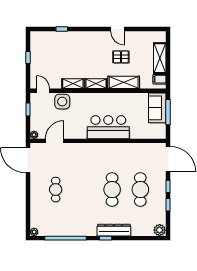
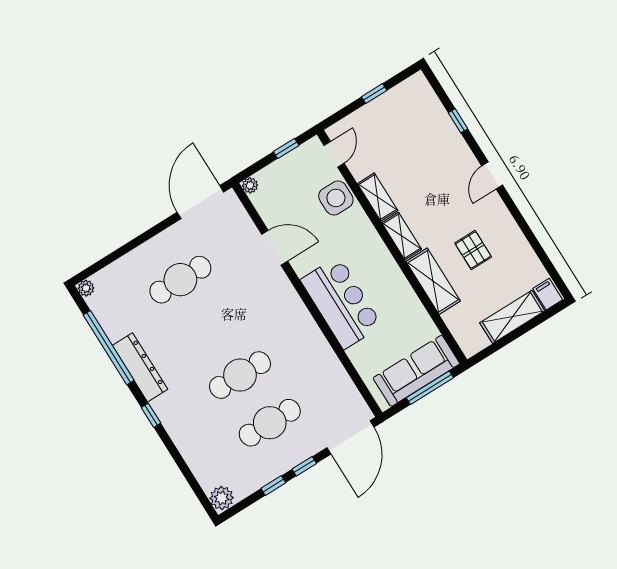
door: (118, 29) -> (492, 175), moved
filing cabinet: (159, 79) -> (548, 294), moved
sofa: (157, 108) -> (416, 371), width x1.36
door: (55, 141) -> (275, 248), moved
cafe table: (56, 190) -> (180, 280), width x1.37, depth x1.35
dresser: (114, 230) -> (140, 367), moved

